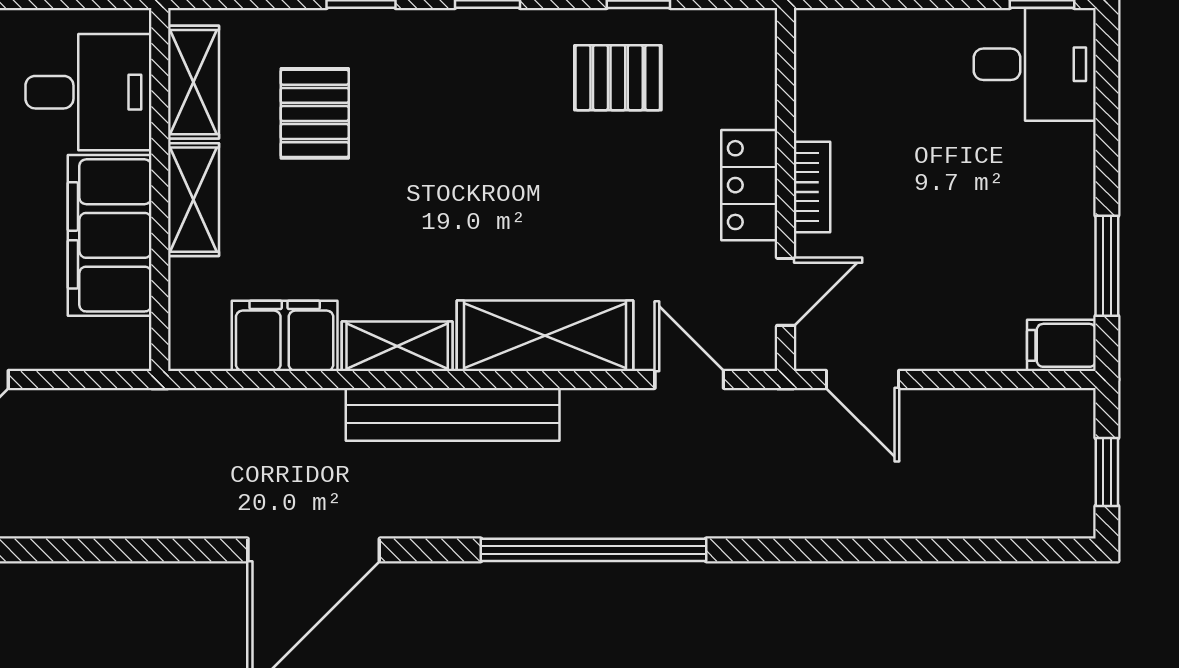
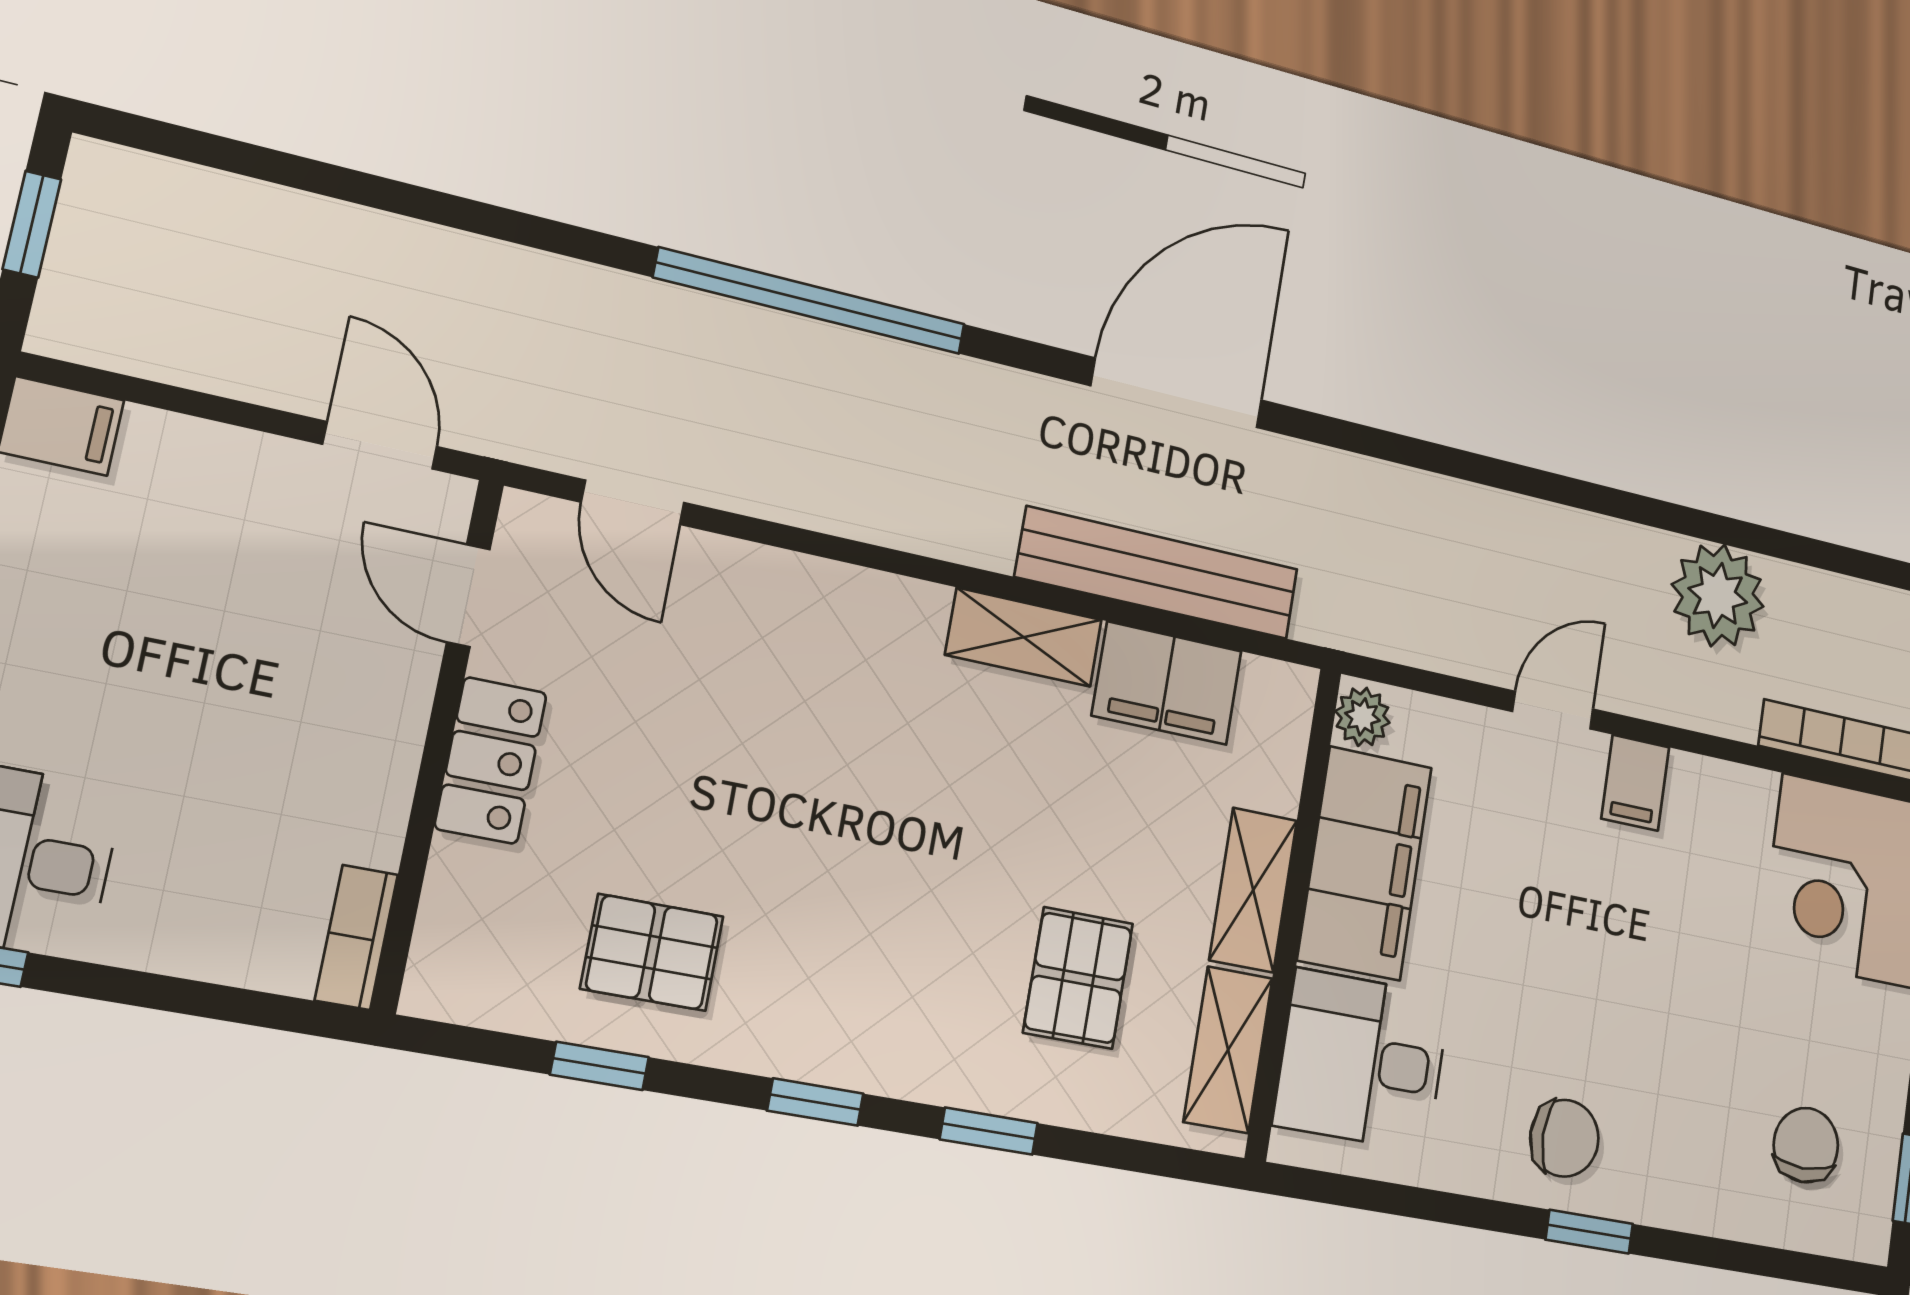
bookcase: (812, 187) -> (356, 937), moved
door: (786, 292) -> (468, 596), hinge flipped
shelving: (545, 336) -> (823, 608), removed
plant: (129, 343) -> (1362, 717), added
bench: (453, 414) -> (1158, 573), moved

